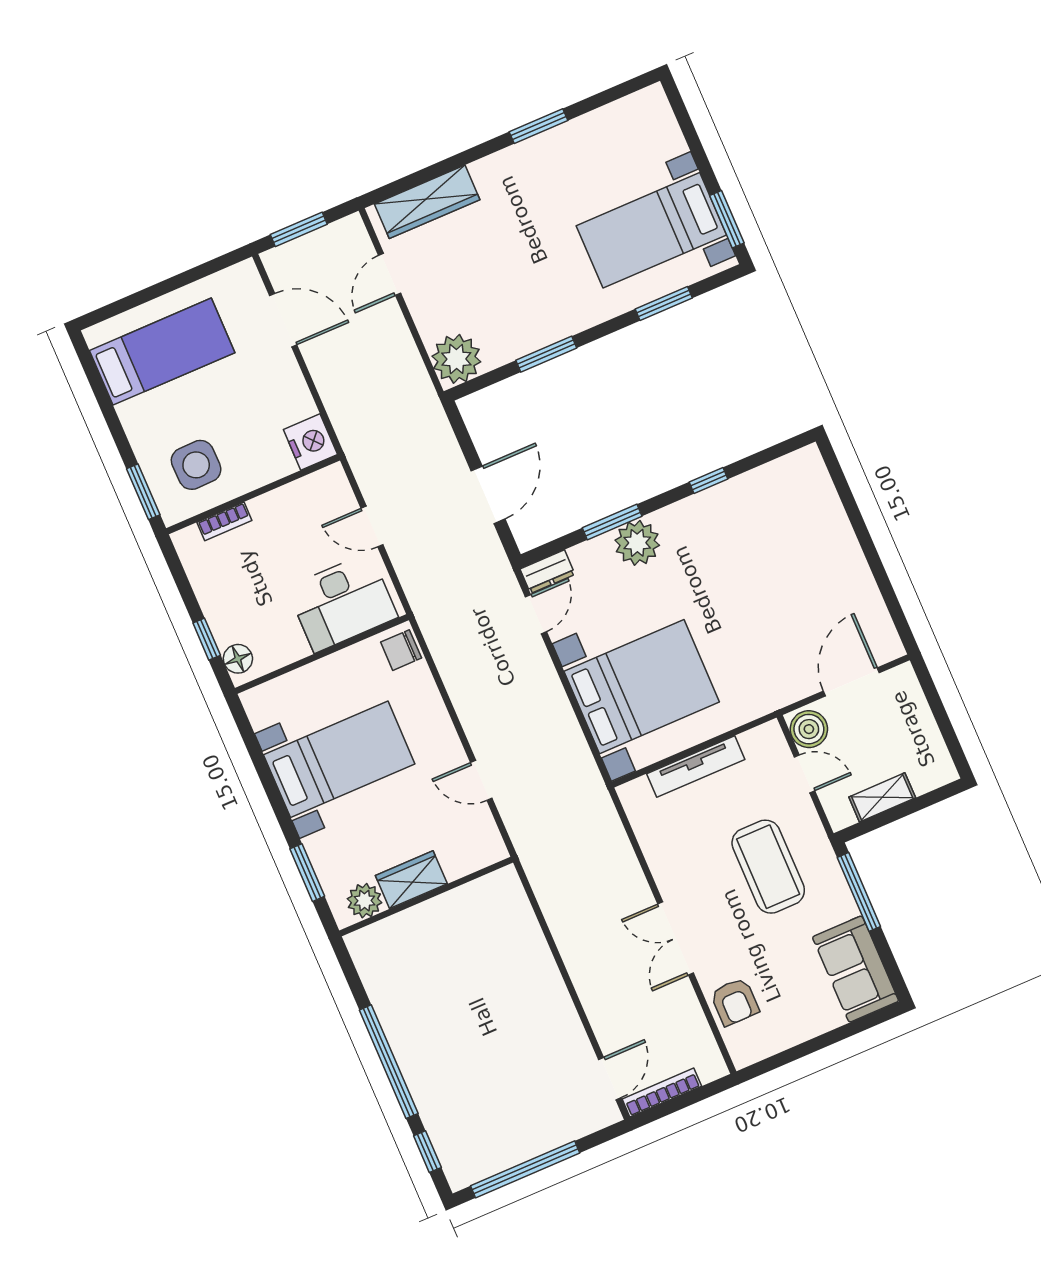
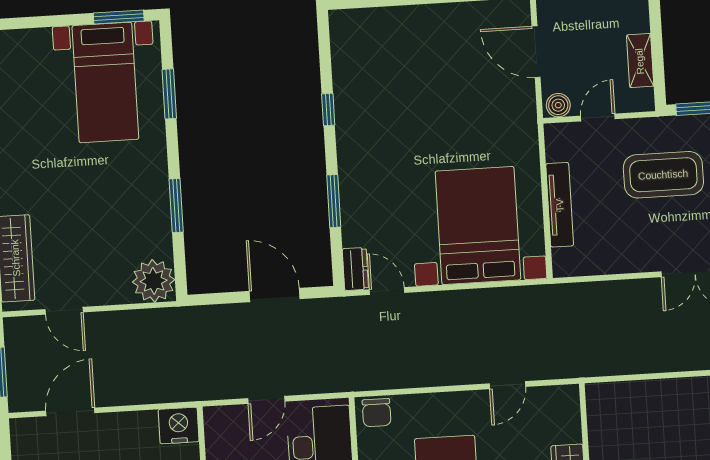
plant: (637, 543) -> (358, 187), removed
boiler: (809, 729) -> (558, 105), width x0.73, depth x0.73

